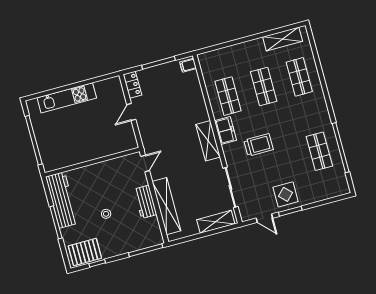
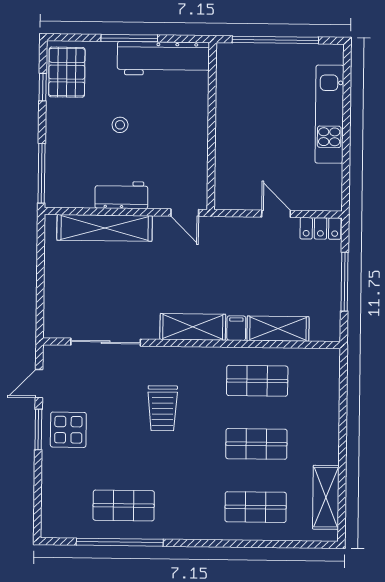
filing cabinet: (188, 65) -> (236, 328), moved
freezer: (225, 131) -> (202, 360), removed
shelving: (216, 222) -> (278, 329), moved, turned 90

